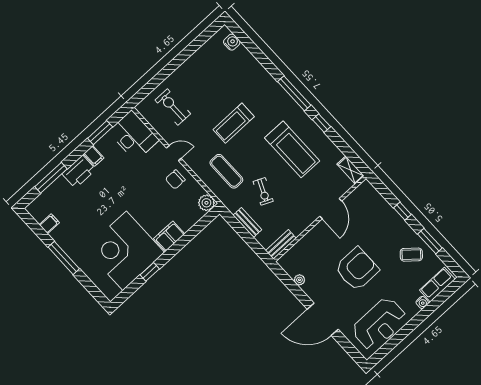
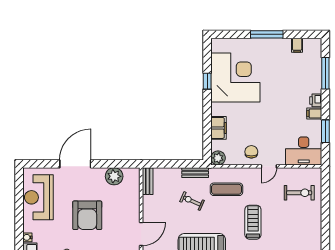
printer: (79, 172) -> (316, 100), width x0.53, depth x0.68
door: (331, 209) -> (141, 234), swing flipped
bench: (247, 222) -> (195, 173), moved
filing cabinet: (169, 236) -> (219, 128), moved
plant: (299, 280) -> (114, 176), width x1.88, depth x1.88

